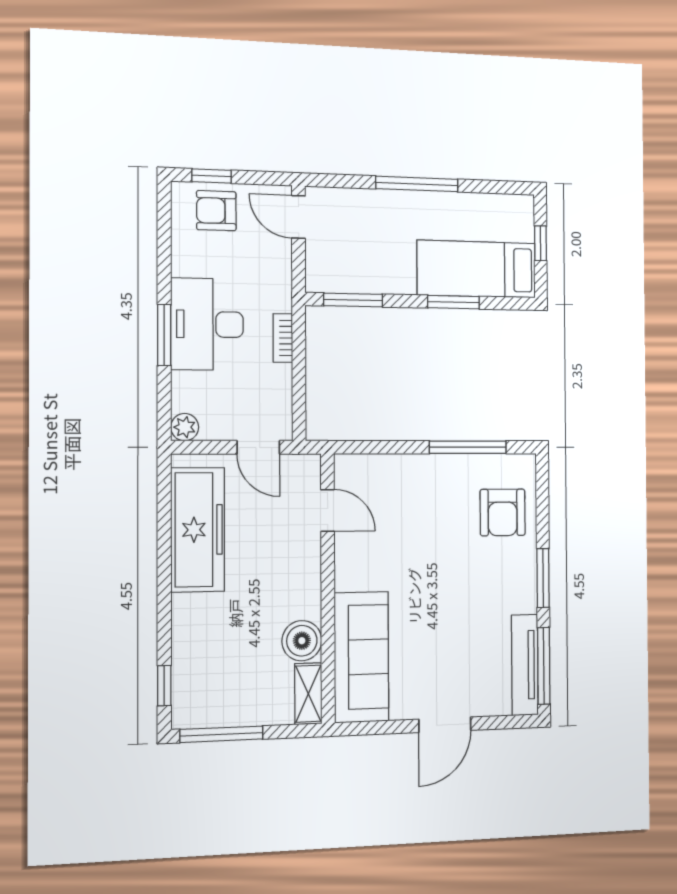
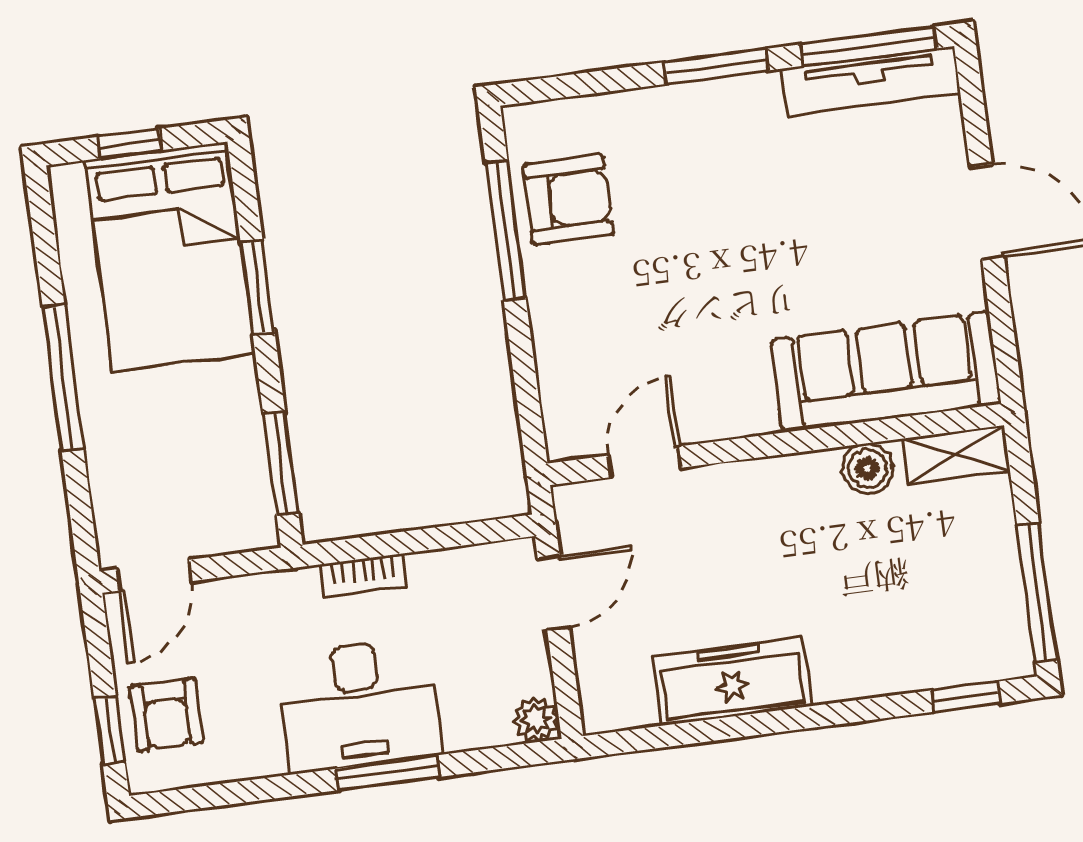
bed: (476, 269) -> (170, 257), width x1.50
armchair: (503, 512) -> (568, 199), moved
freezer: (198, 530) -> (732, 681), width x0.73, depth x0.79
boiler: (302, 641) -> (868, 468), width x0.73, depth x0.73

